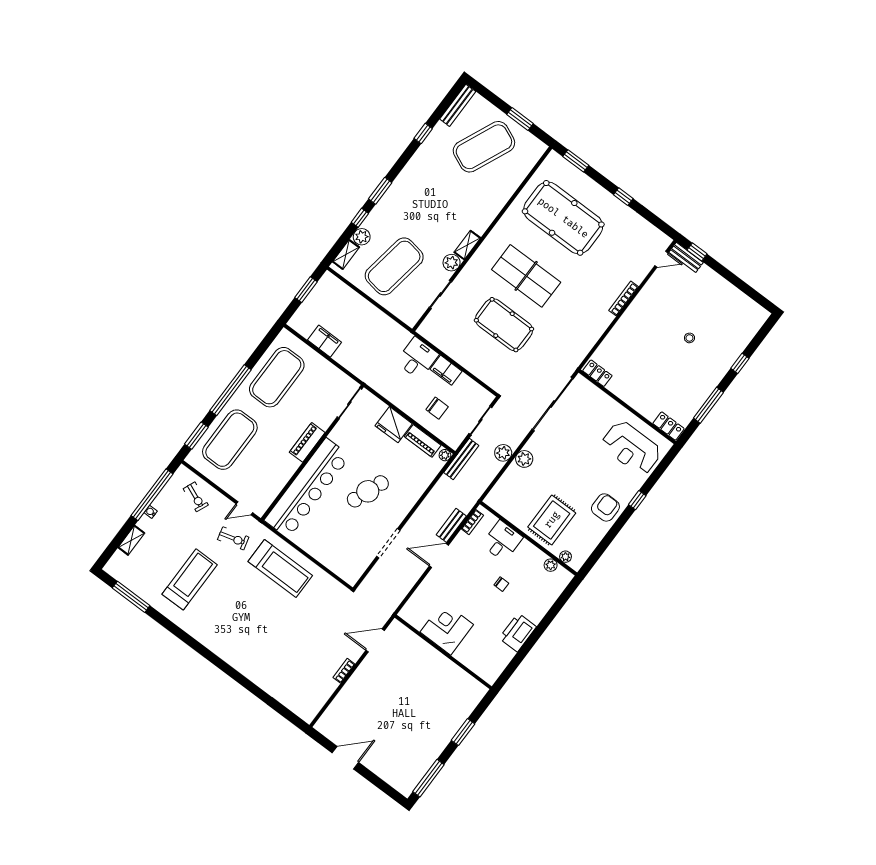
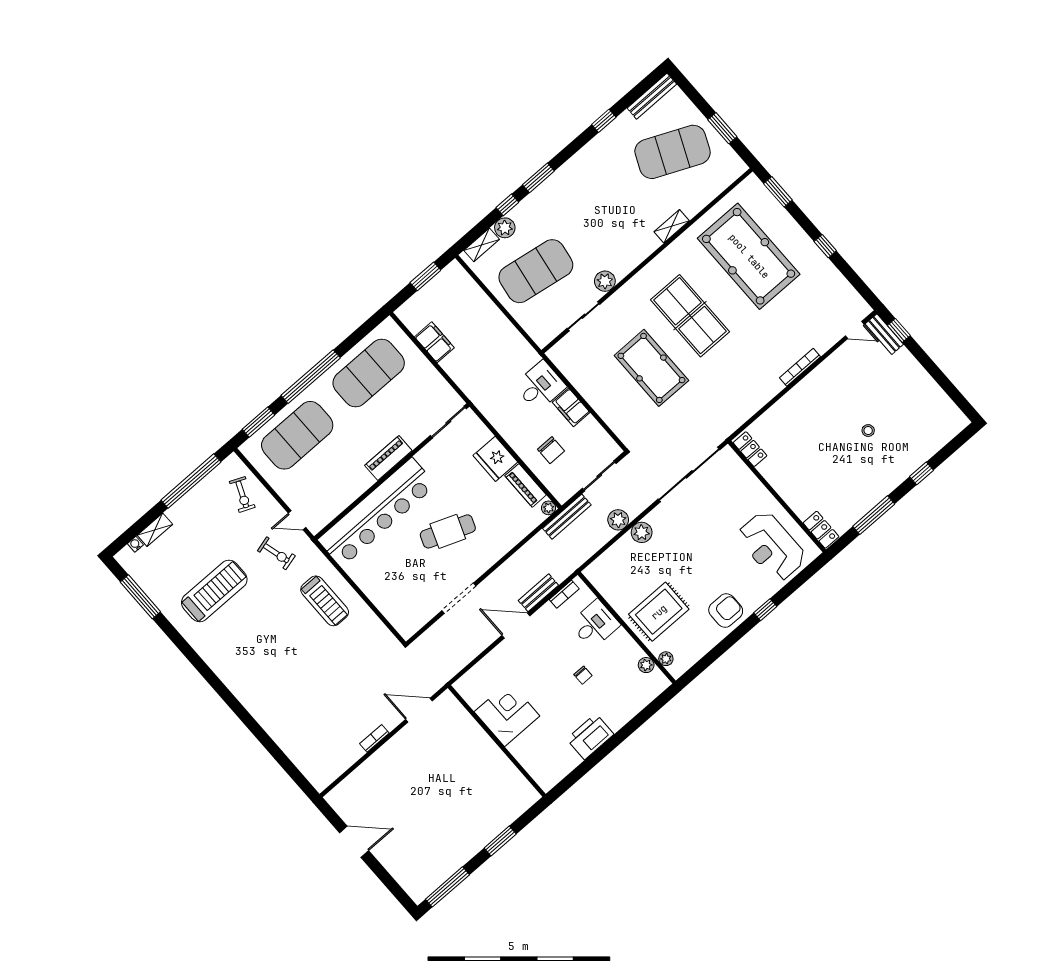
shelving: (467, 245) -> (672, 226), moved
water cooler: (151, 512) -> (135, 544), moved
treadmill: (280, 569) -> (325, 601), width x0.73, depth x0.73

